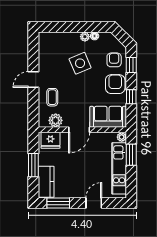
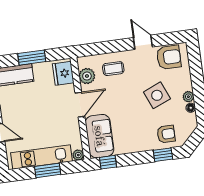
door: (33, 79) -> (143, 42), moved
armchair: (115, 84) -> (169, 57), moved
window: (131, 97) -> (108, 162), moved
door: (79, 130) -> (80, 105), swing flipped
window: (131, 155) -> (48, 170), moved

